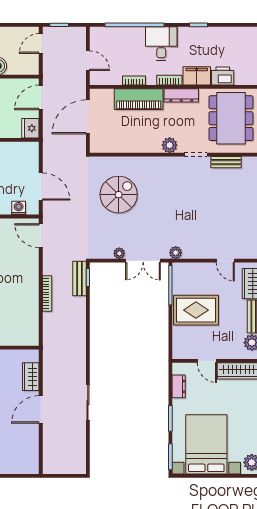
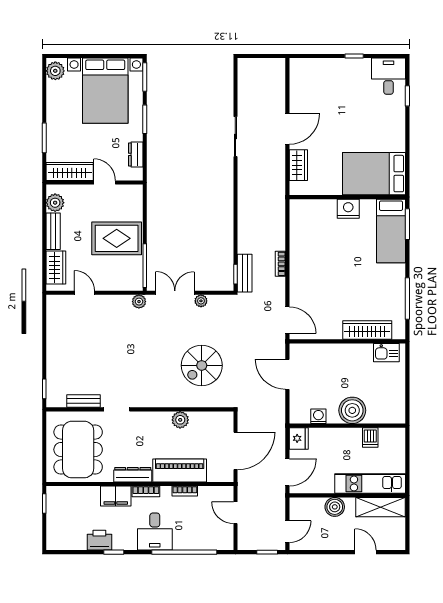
printer: (223, 76) -> (99, 540), moved, turned 180
plant: (170, 145) -> (180, 420), moved
washing machine: (19, 208) -> (318, 416), moved, turned 180
bookcase: (47, 293) -> (280, 264), width x0.64

